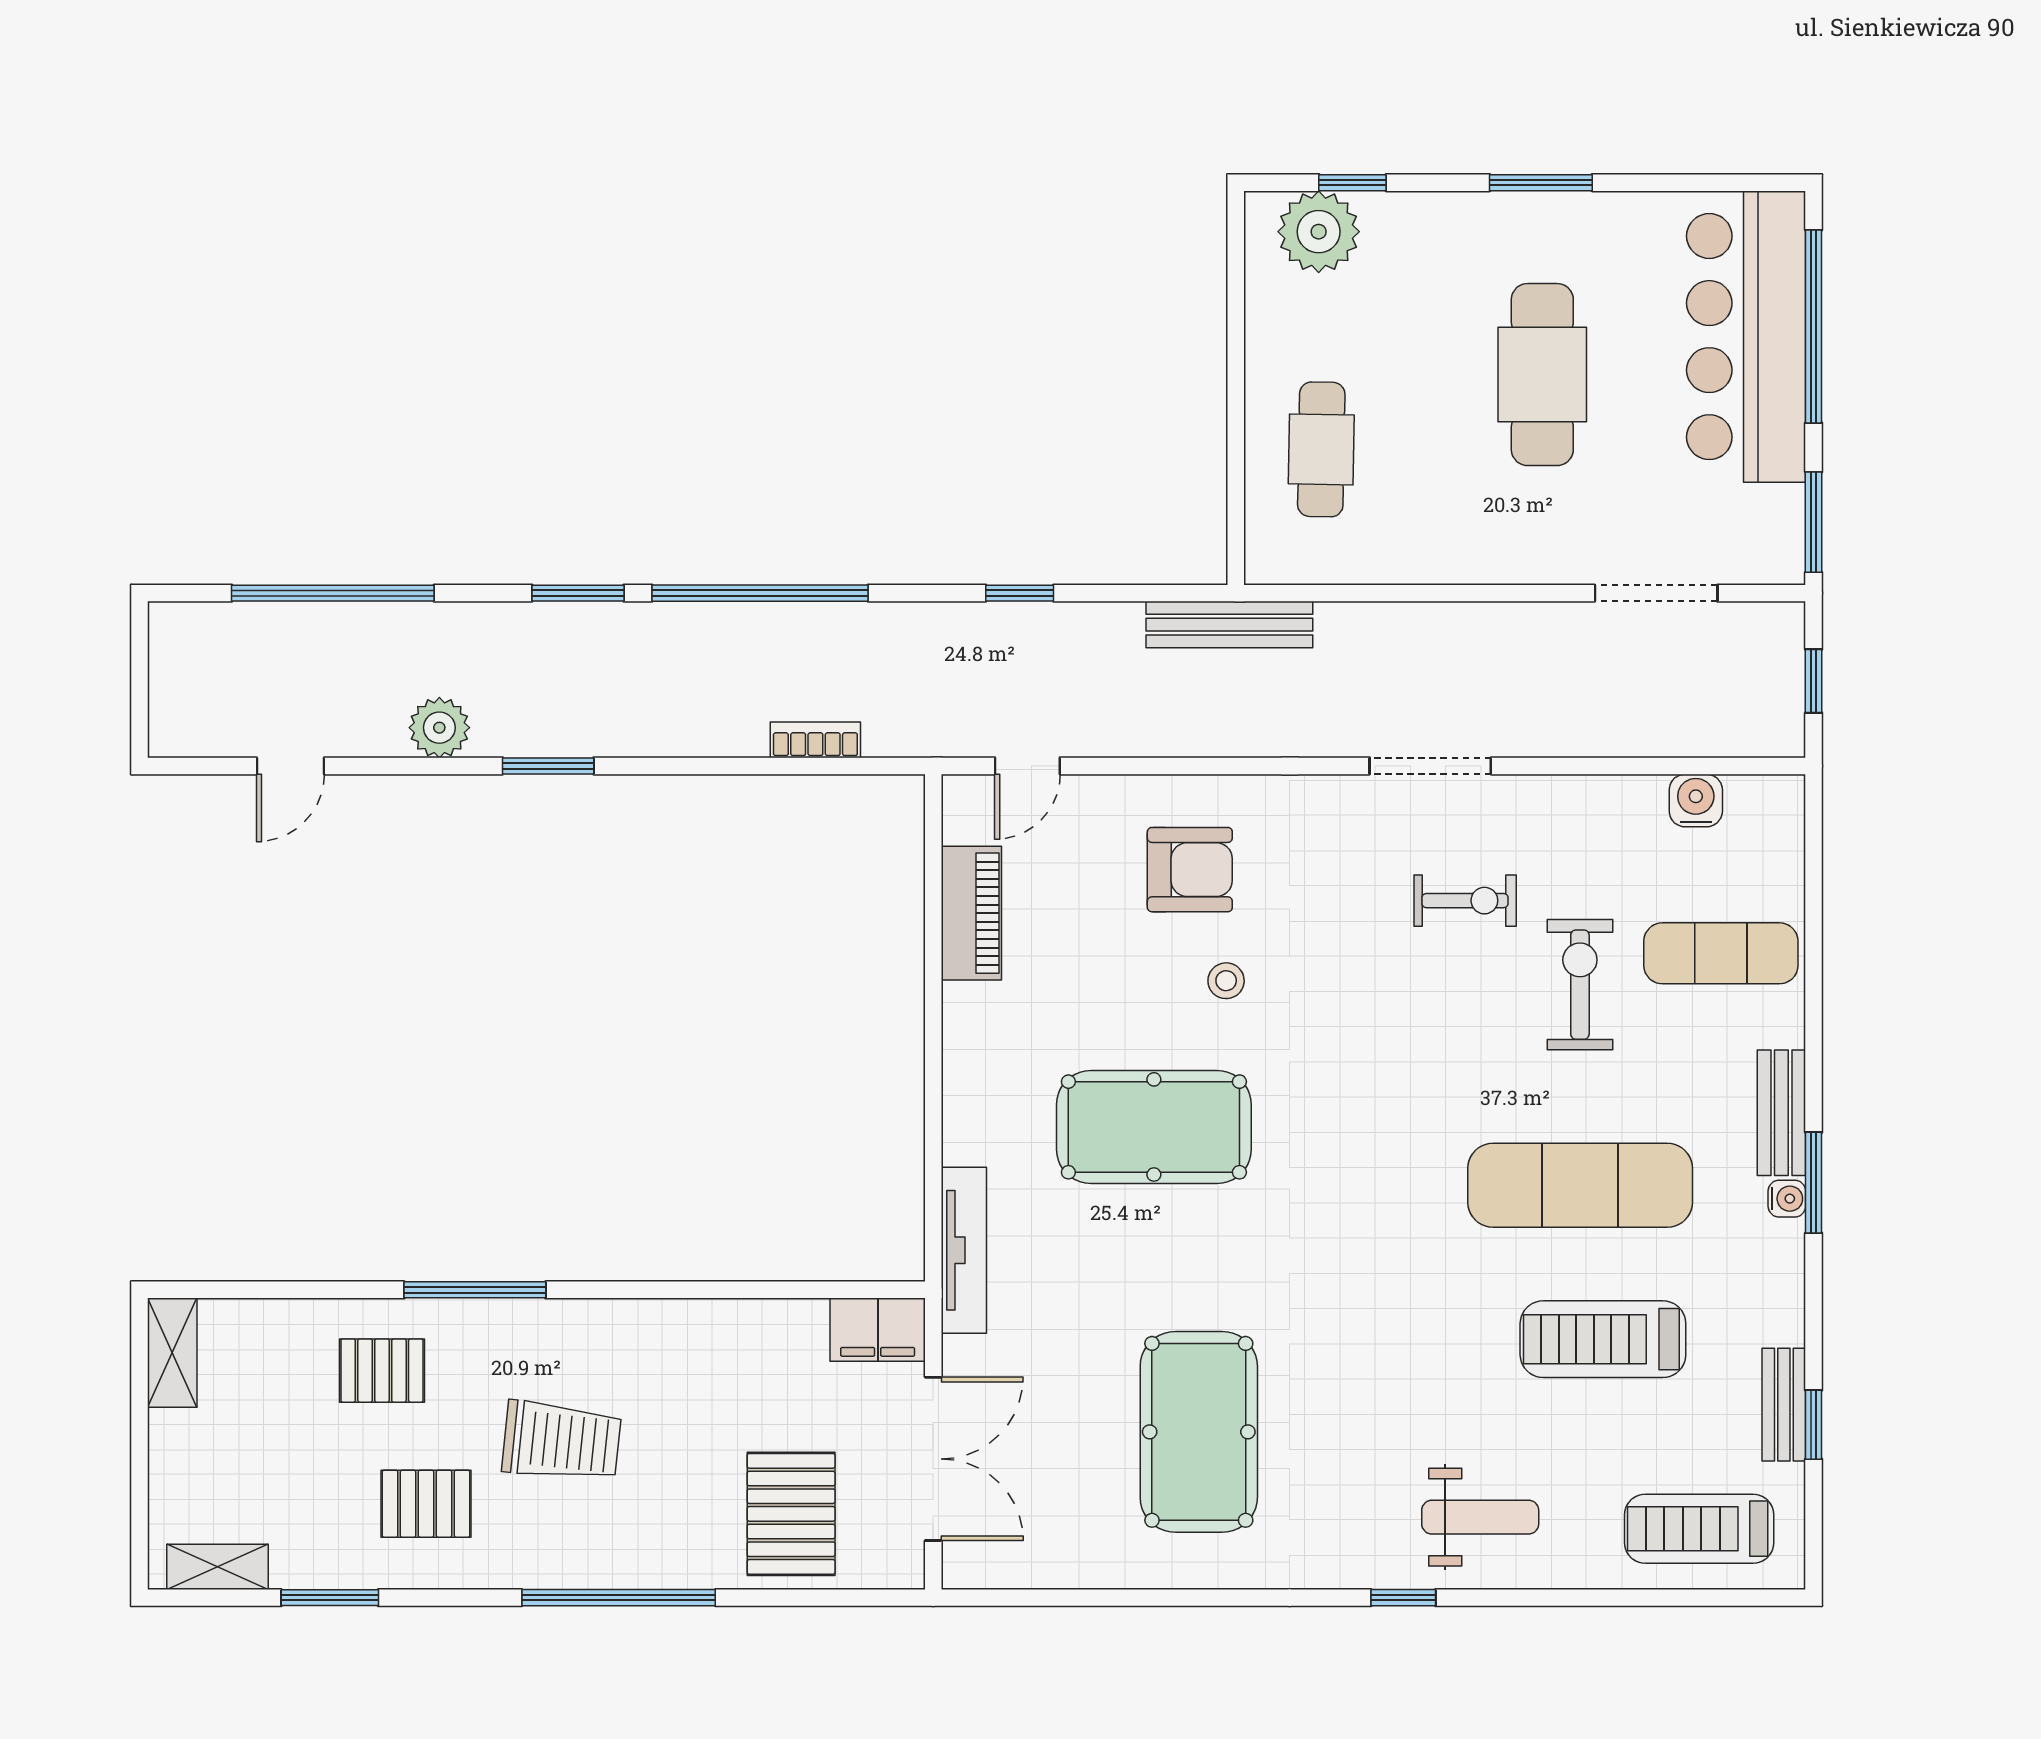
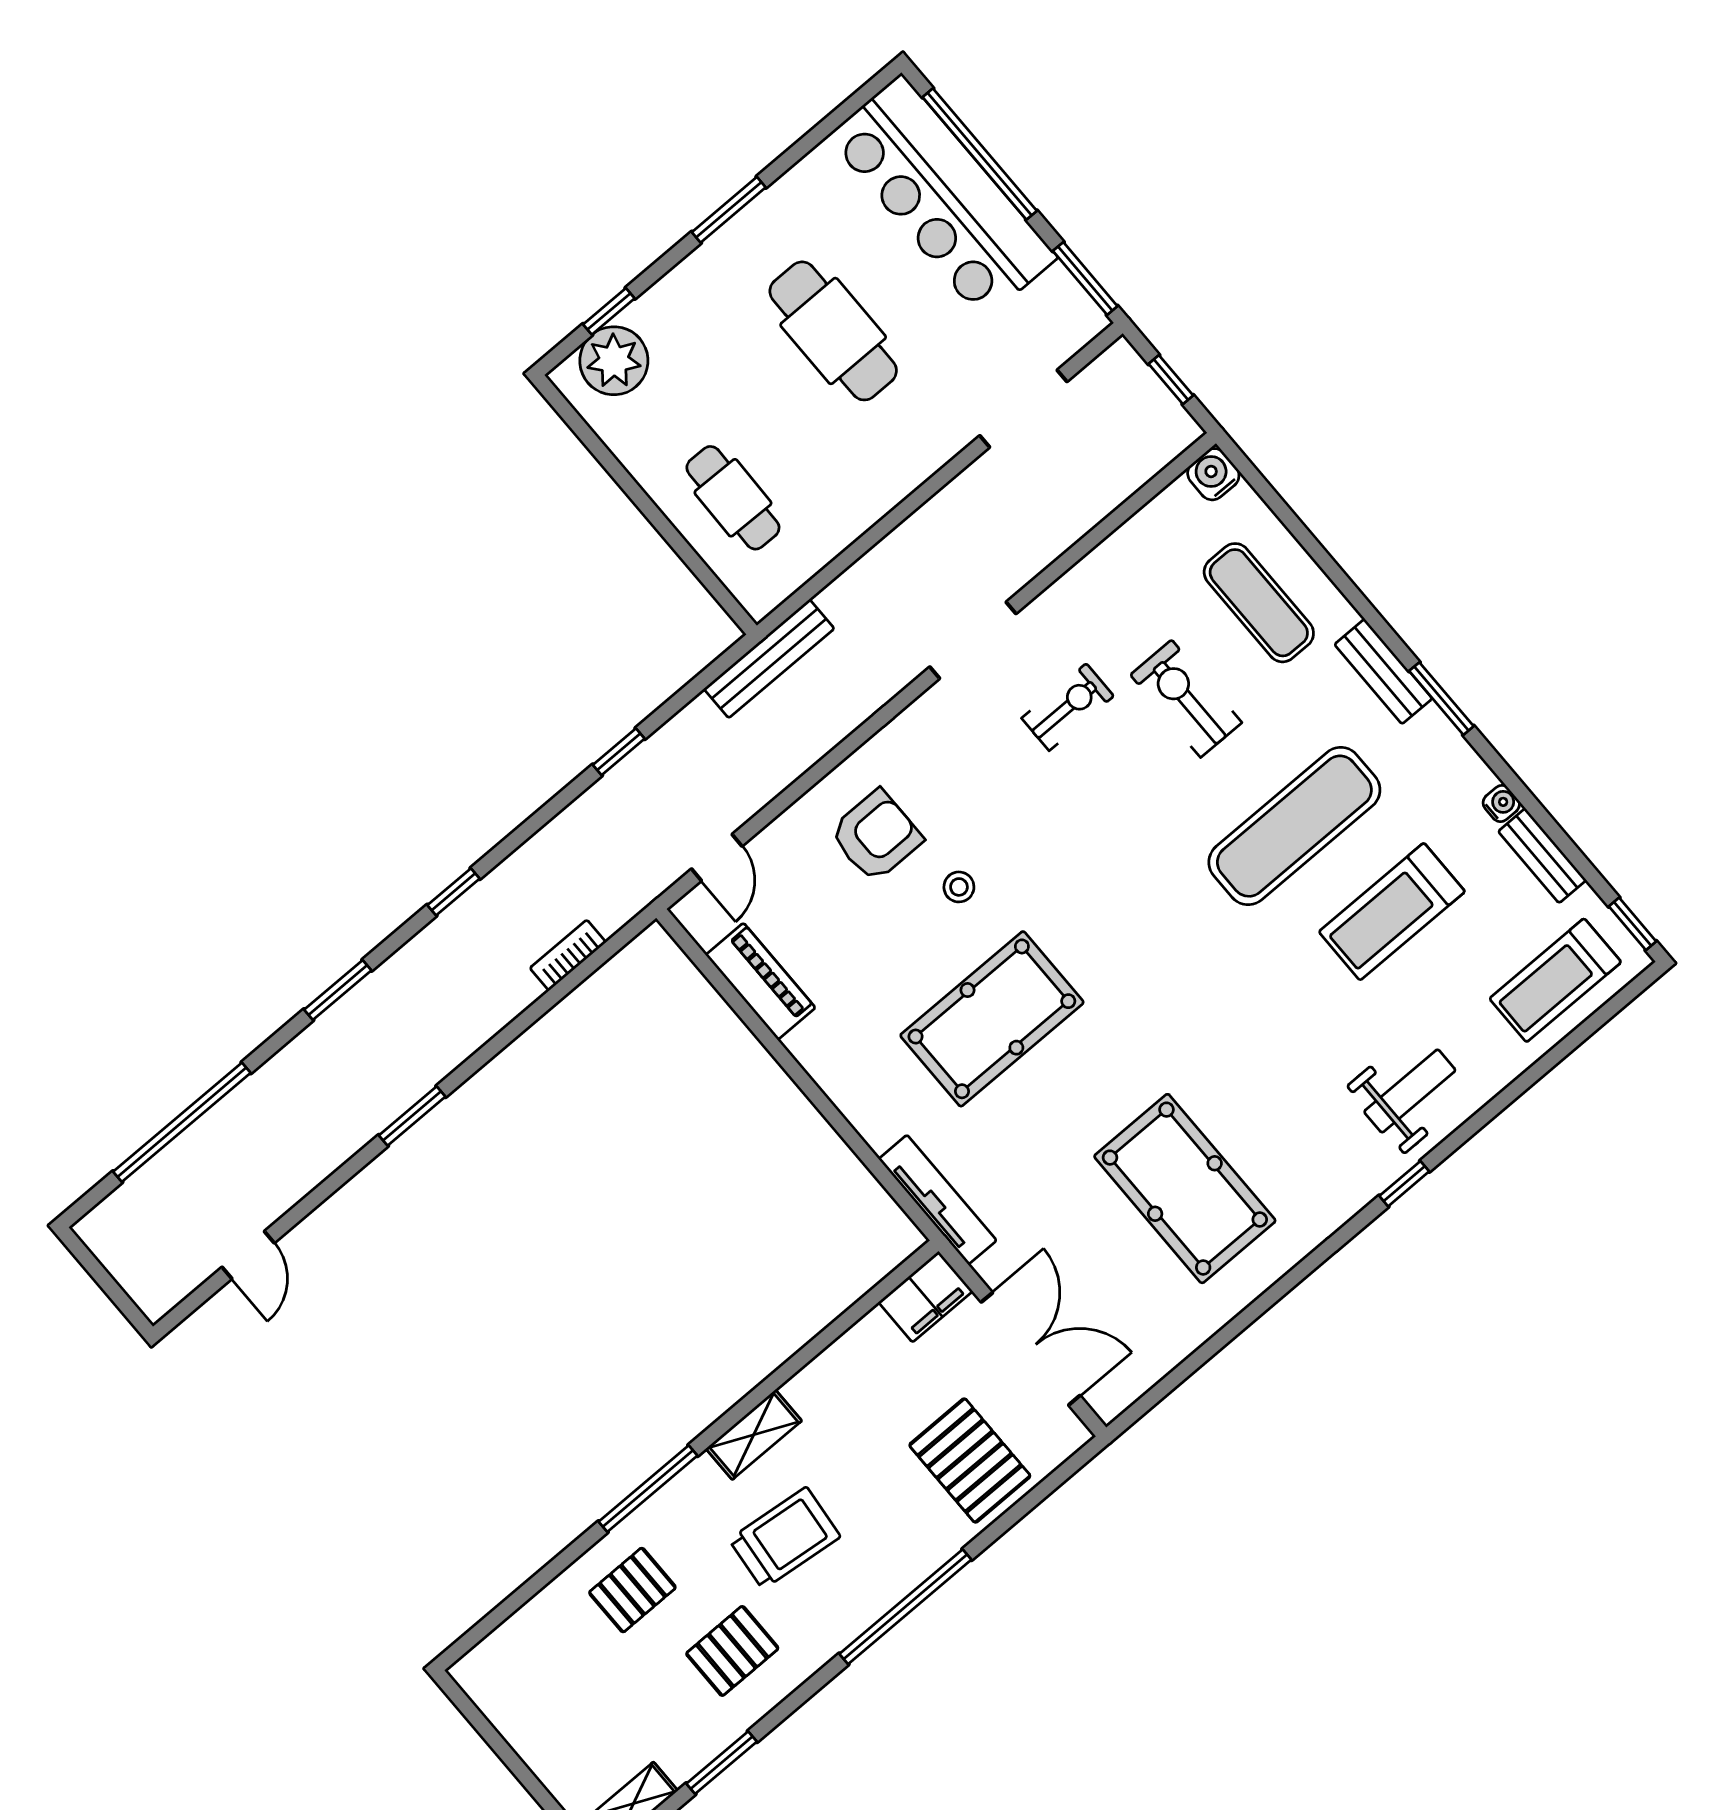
window: (760, 593) -> (454, 892), width x0.32
plant: (439, 728) -> (322, 1150), removed
water cooler: (1696, 801) -> (1213, 474), moved
exercise mat: (1721, 953) -> (1259, 603), turned 90
water cooler: (1787, 1199) -> (1501, 804), moved
shelving: (172, 1353) -> (754, 1435), moved, turned 90
window: (1814, 1425) -> (1633, 924), moved

